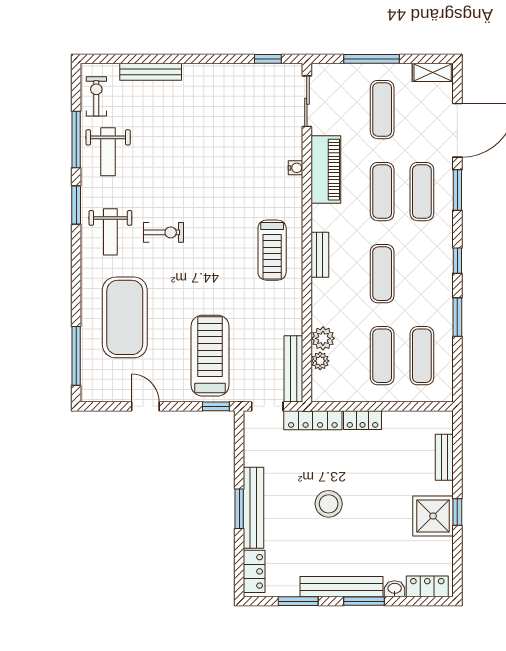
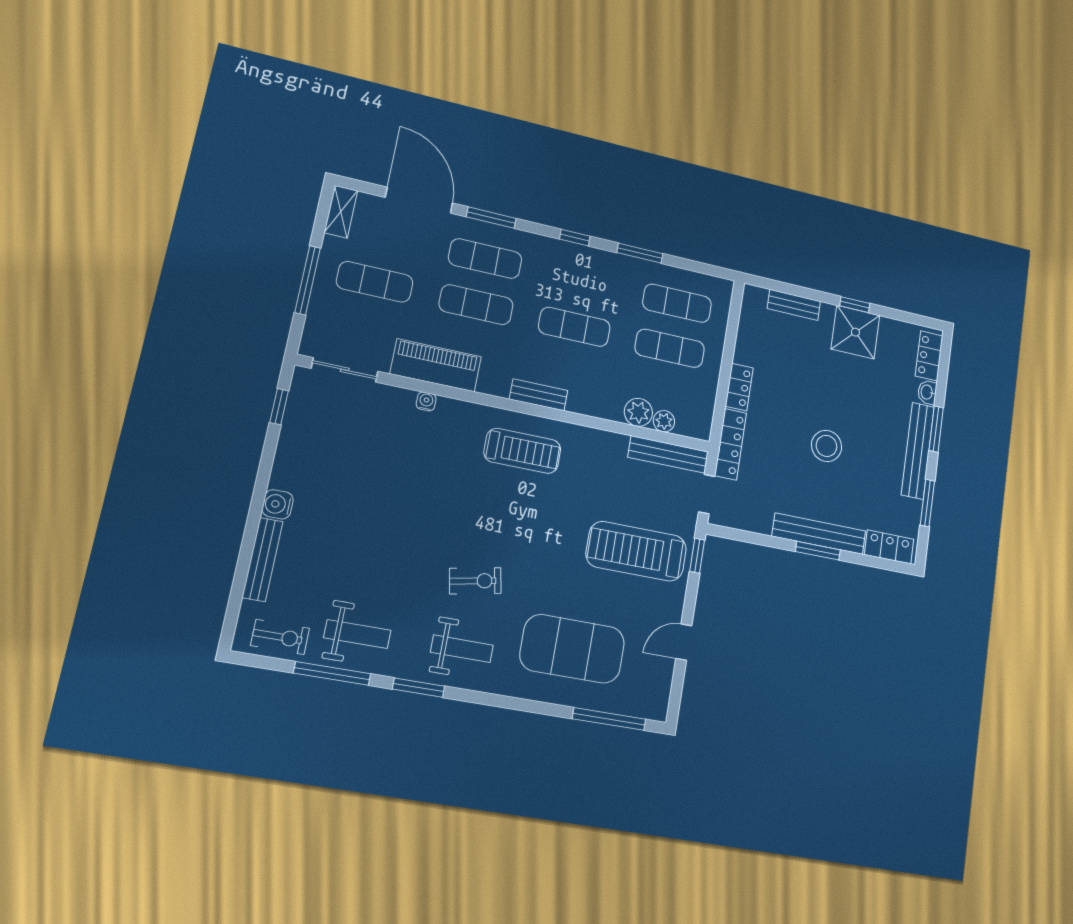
water cooler: (194, 74) -> (278, 504), added
exercise bike: (96, 96) -> (280, 637), turned 180
exercise bike: (164, 232) -> (475, 581), turned 79

